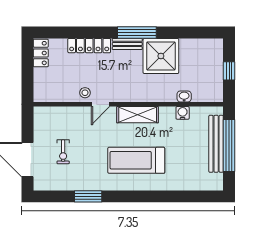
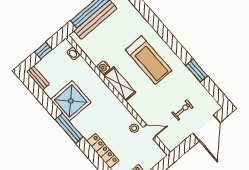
bench: (127, 44) -> (38, 78), moved
washbasin: (184, 96) -> (73, 53), moved
door: (100, 104) -> (150, 132), moved
water cooler: (183, 113) -> (103, 67), moved

